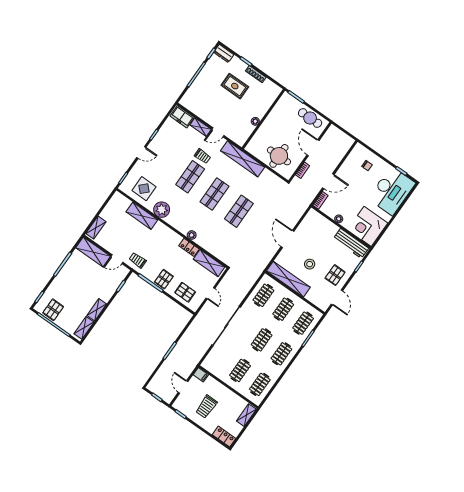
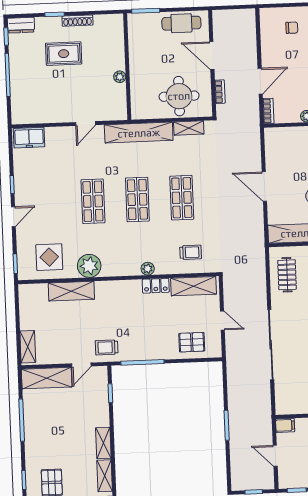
shelving: (201, 127) -> (189, 128), moved
trolley: (202, 156) -> (191, 252), moved
pallet: (164, 279) -> (155, 346), removed

